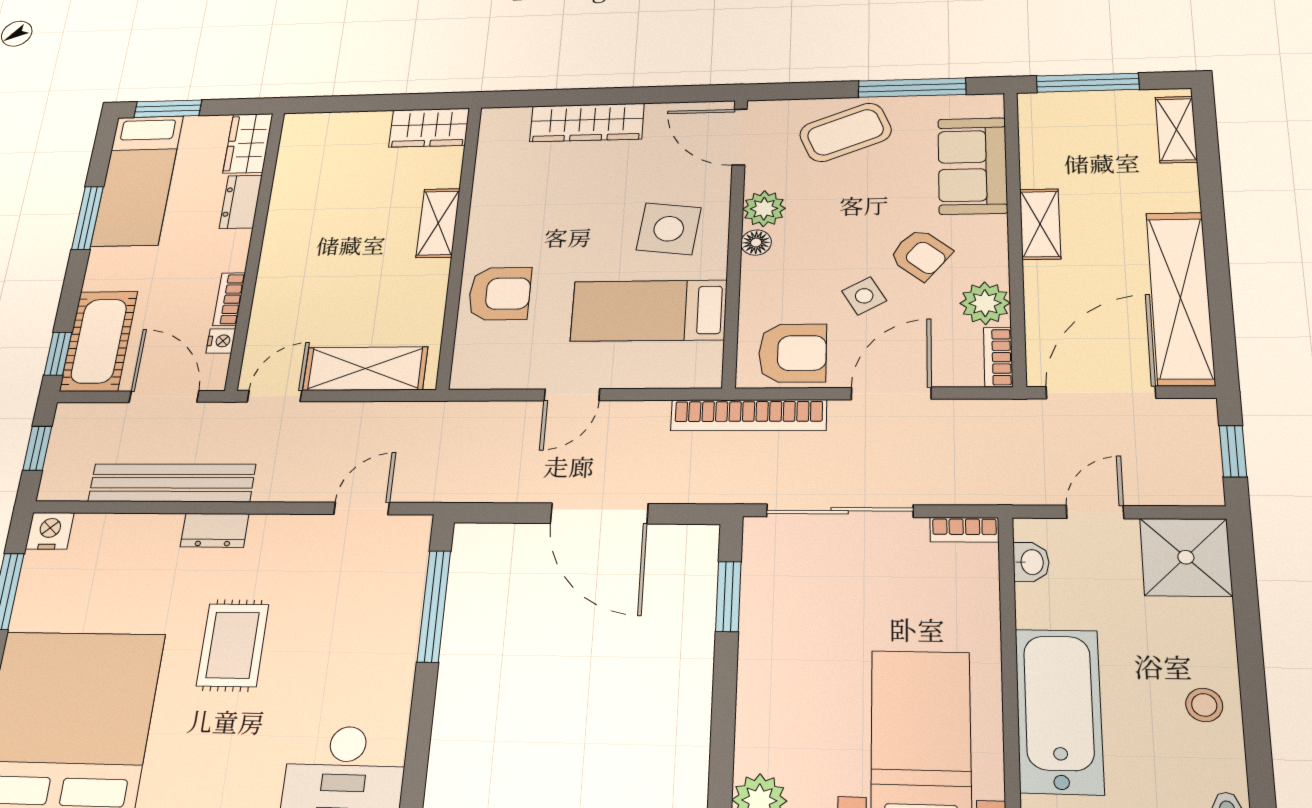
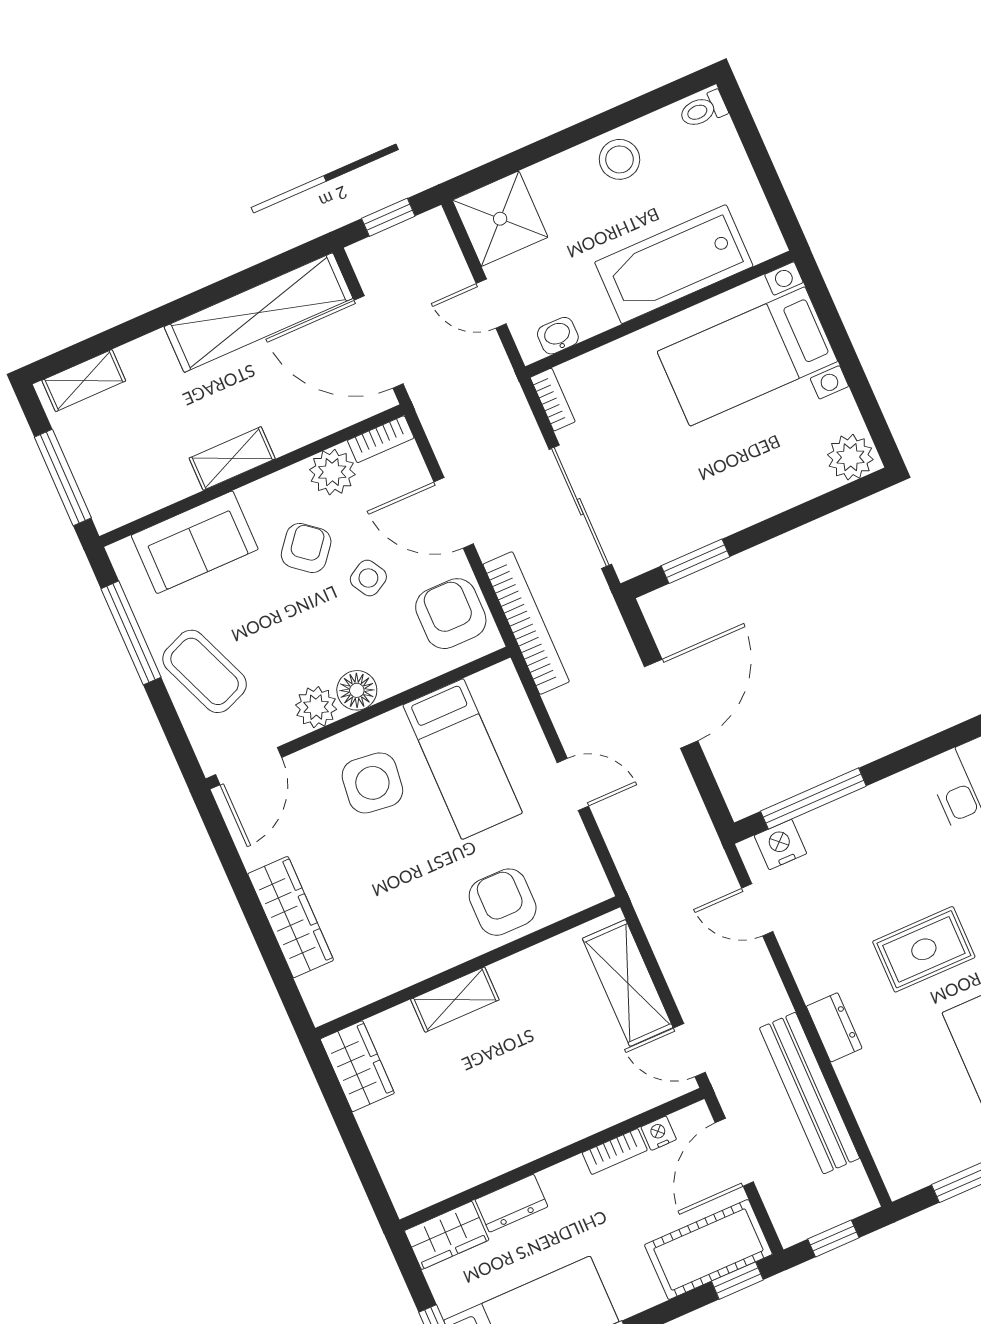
floor lamp: (756, 243) -> (357, 690), width x1.37, depth x1.37
nightstand: (50, 531) -> (780, 845), moved, turned 90
stool: (1204, 705) -> (620, 159), width x1.37, depth x1.37

